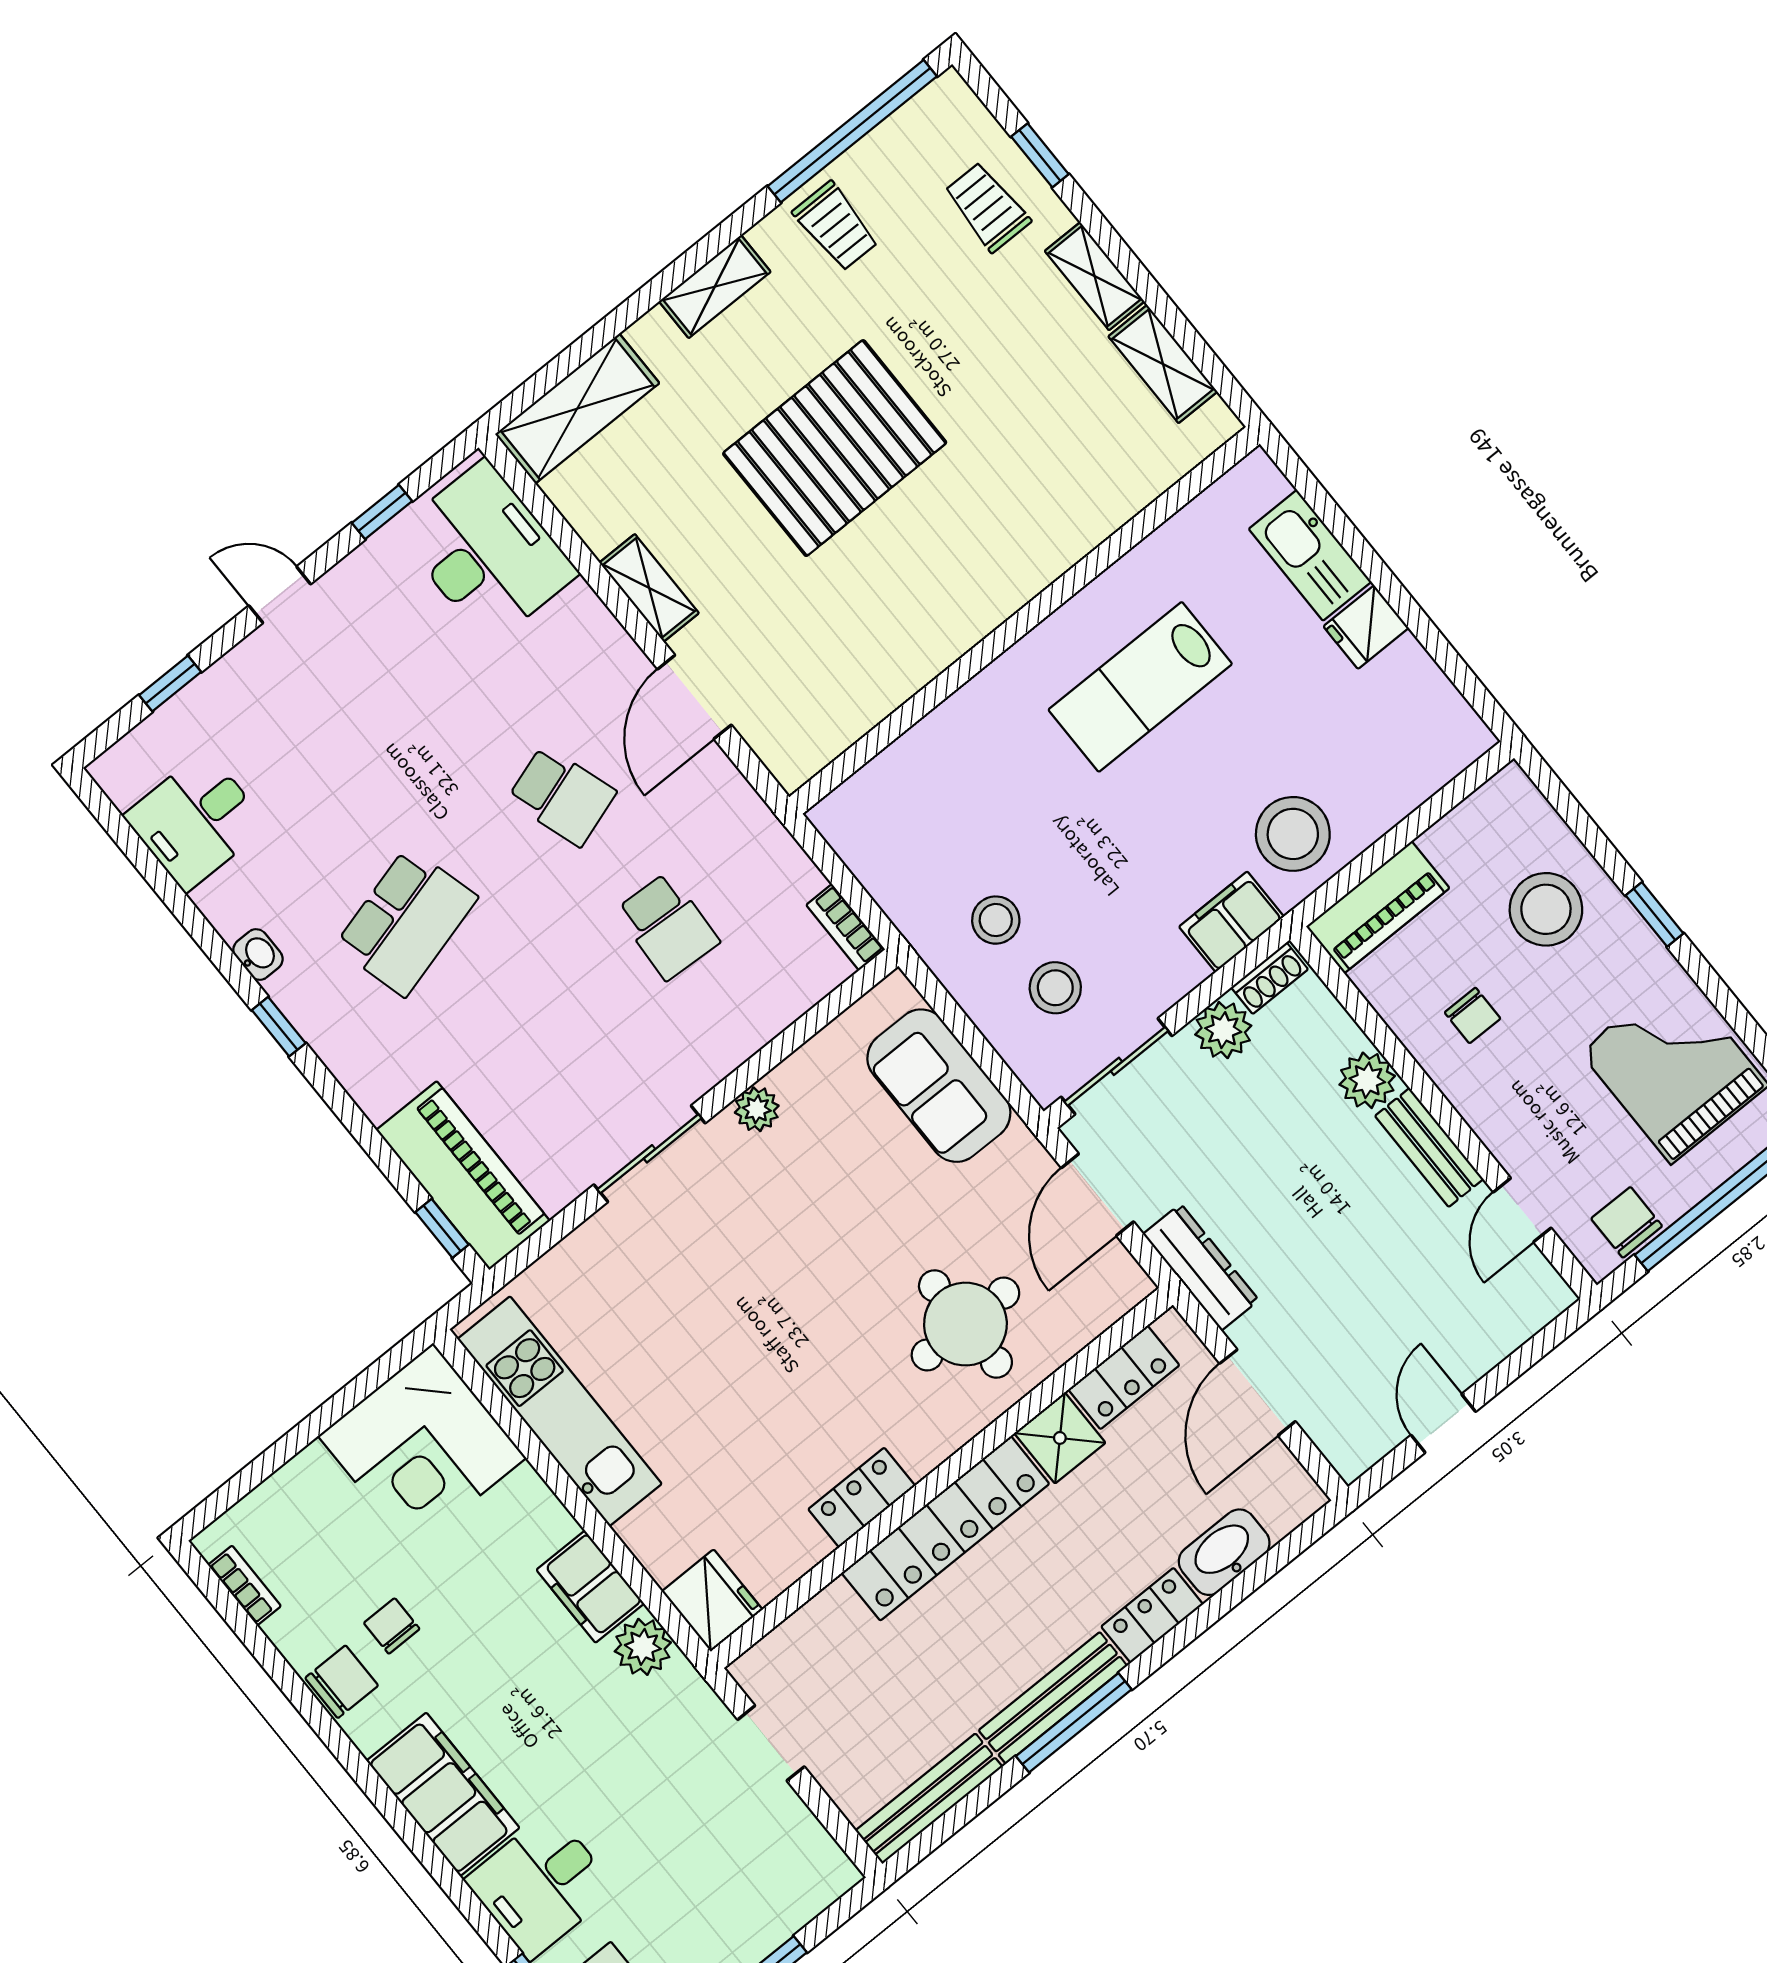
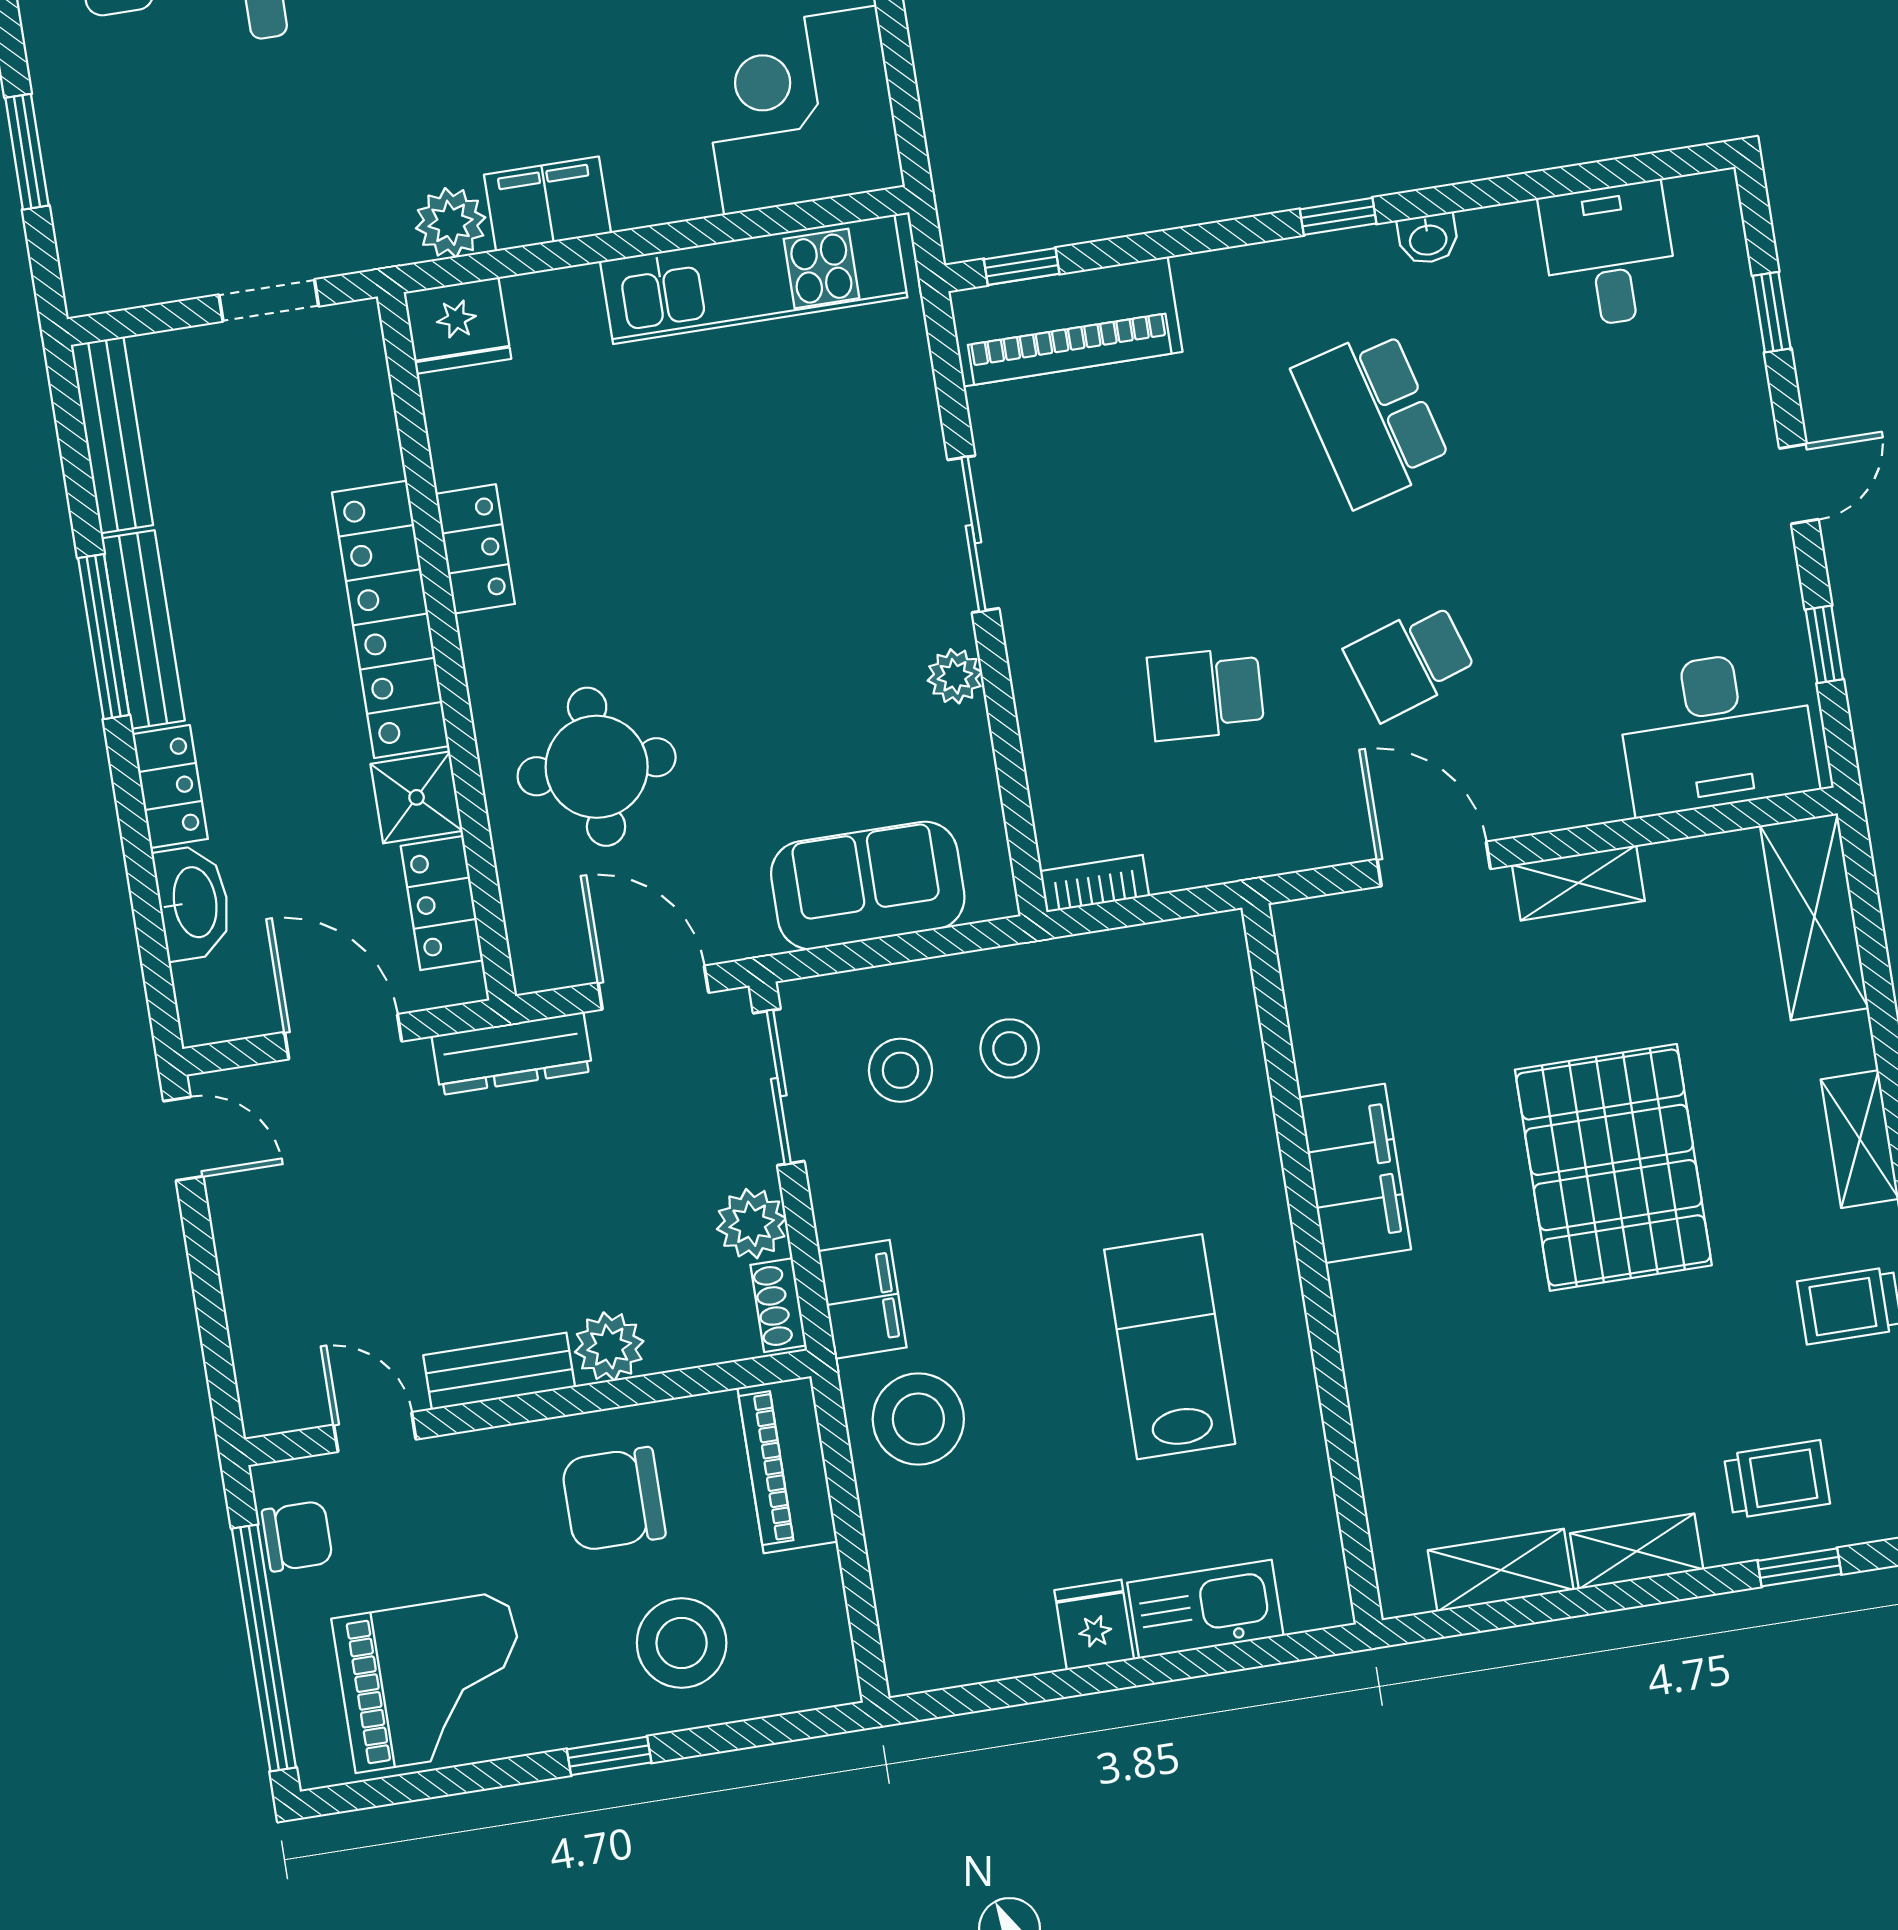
filing cabinet: (943, 627) -> (1355, 1173), added
chair: (1473, 1015) -> (613, 1499), width x1.87, depth x1.87
door: (1443, 1423) -> (183, 1139), moved

